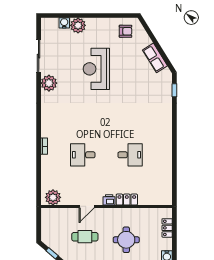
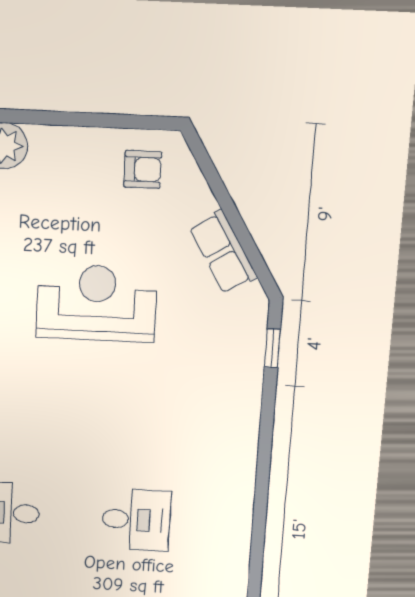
reception desk: (96, 69) -> (97, 303), moved, turned 90

